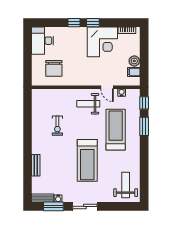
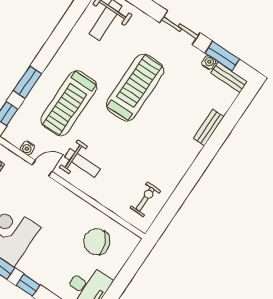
chair: (54, 68) -> (97, 242), turned -113
door: (107, 87) -> (42, 168), hinge flipped
exercise bike: (57, 126) -> (145, 199), moved

